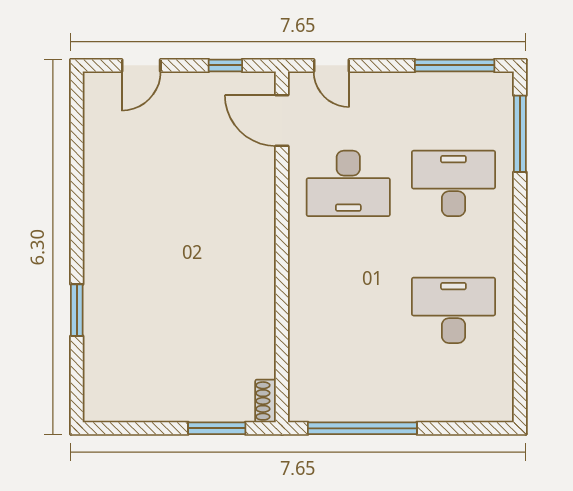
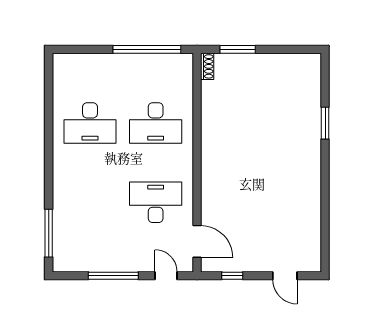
door: (141, 65) -> (285, 276), swing flipped
window: (455, 65) -> (113, 276), moved
desk: (453, 183) -> (156, 123), moved

